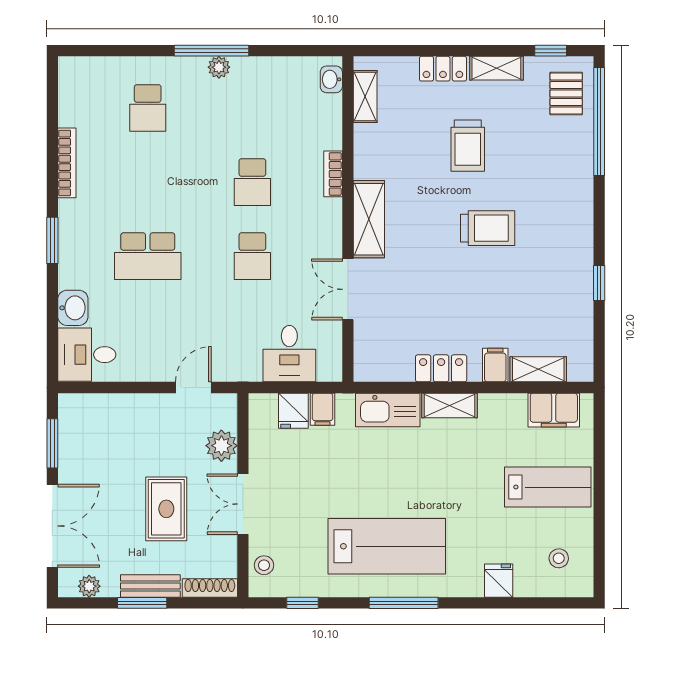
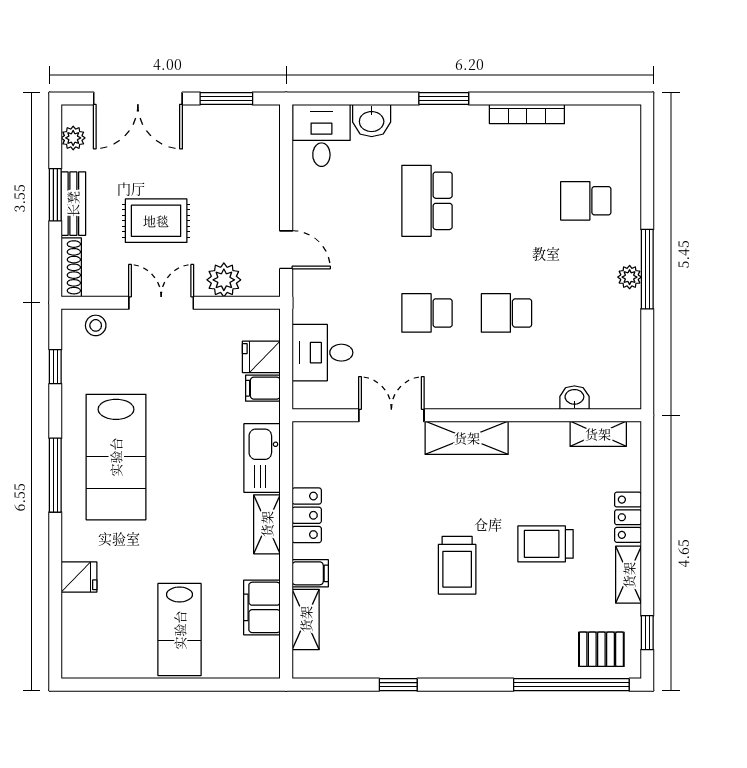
washbasin: (331, 79) -> (574, 398), moved
bookcase: (333, 174) -> (515, 399), removed
filing cabinet: (554, 410) -> (262, 607), moved
stool: (559, 558) -> (103, 641), removed

